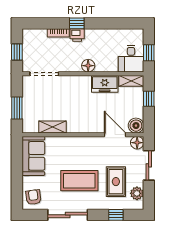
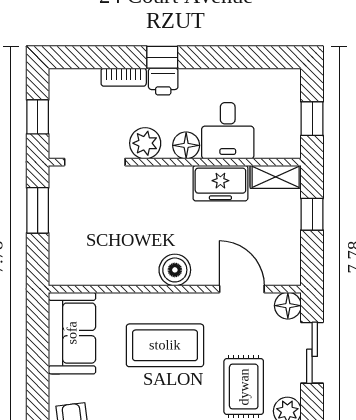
desk: (131, 59) -> (228, 131), moved
plant: (69, 65) -> (145, 143), added
window: (17, 108) -> (38, 210), moved
boiler: (136, 126) -> (175, 270), moved
shelving: (52, 127) -> (112, 273), removed
coffee table: (79, 181) -> (165, 345), moved

